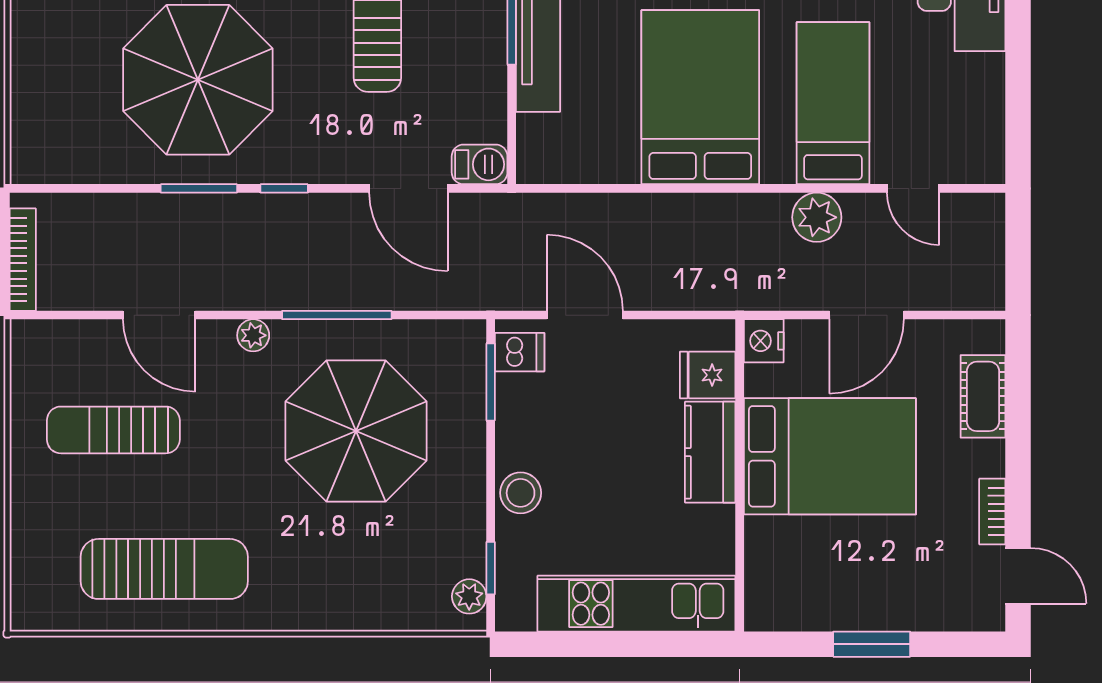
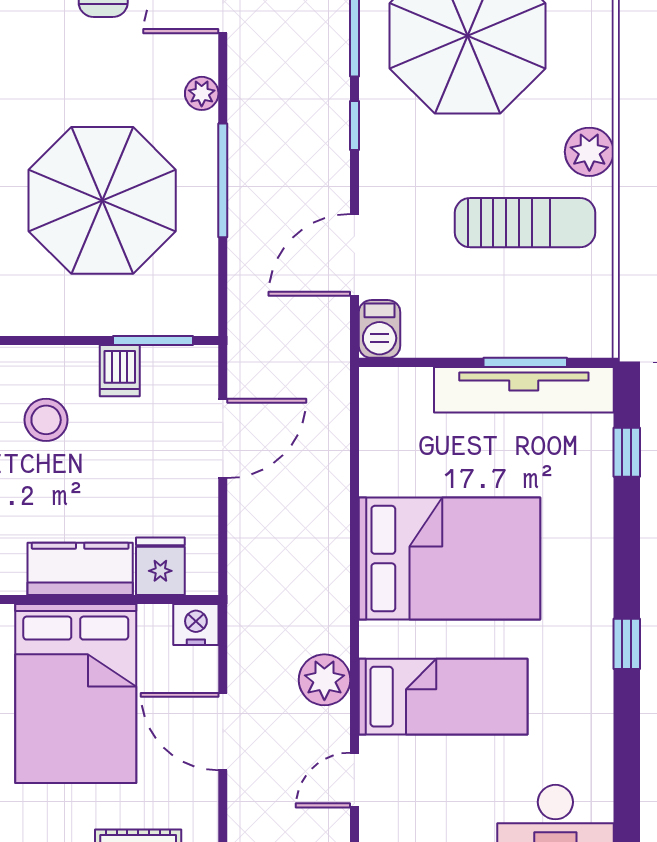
dishwasher: (520, 352) -> (120, 371), moved
stool: (521, 493) -> (46, 420), moved

